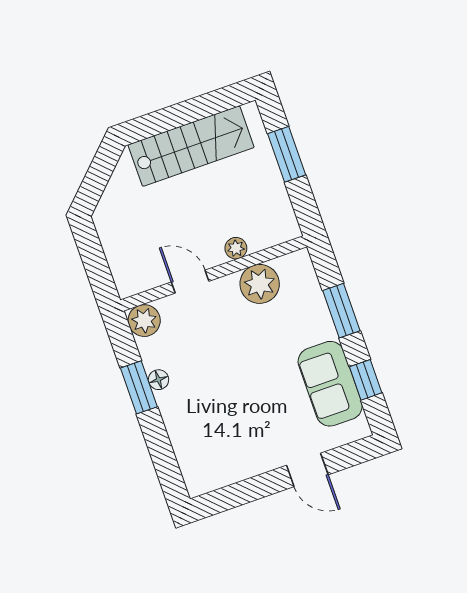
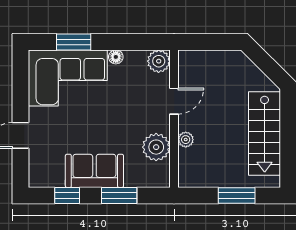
sofa: (330, 384) -> (94, 171), moved
window: (139, 387) -> (74, 42), moved
corner sofa: (209, 434) -> (68, 78), added

